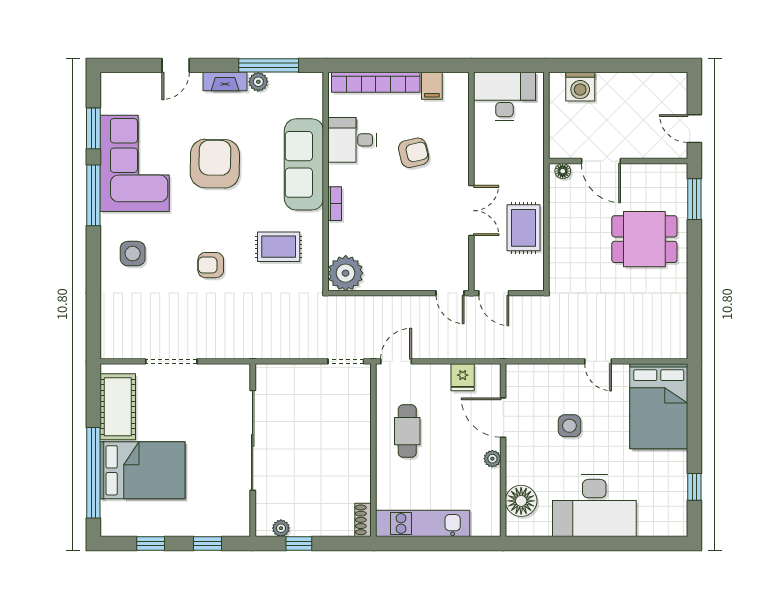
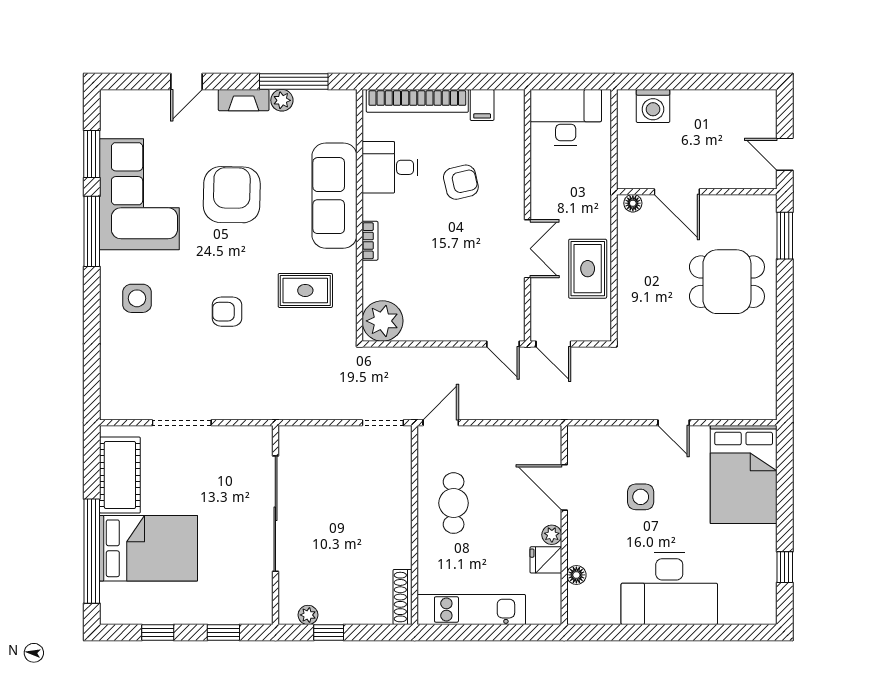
fridge: (463, 377) -> (546, 560), moved, turned 90
floor lamp: (521, 501) -> (576, 575), width x0.53, depth x0.53
shoe rack: (363, 520) -> (403, 597), width x1.43

